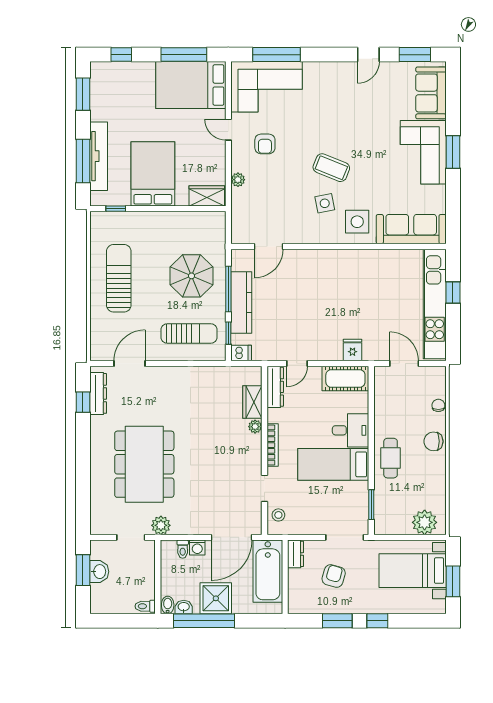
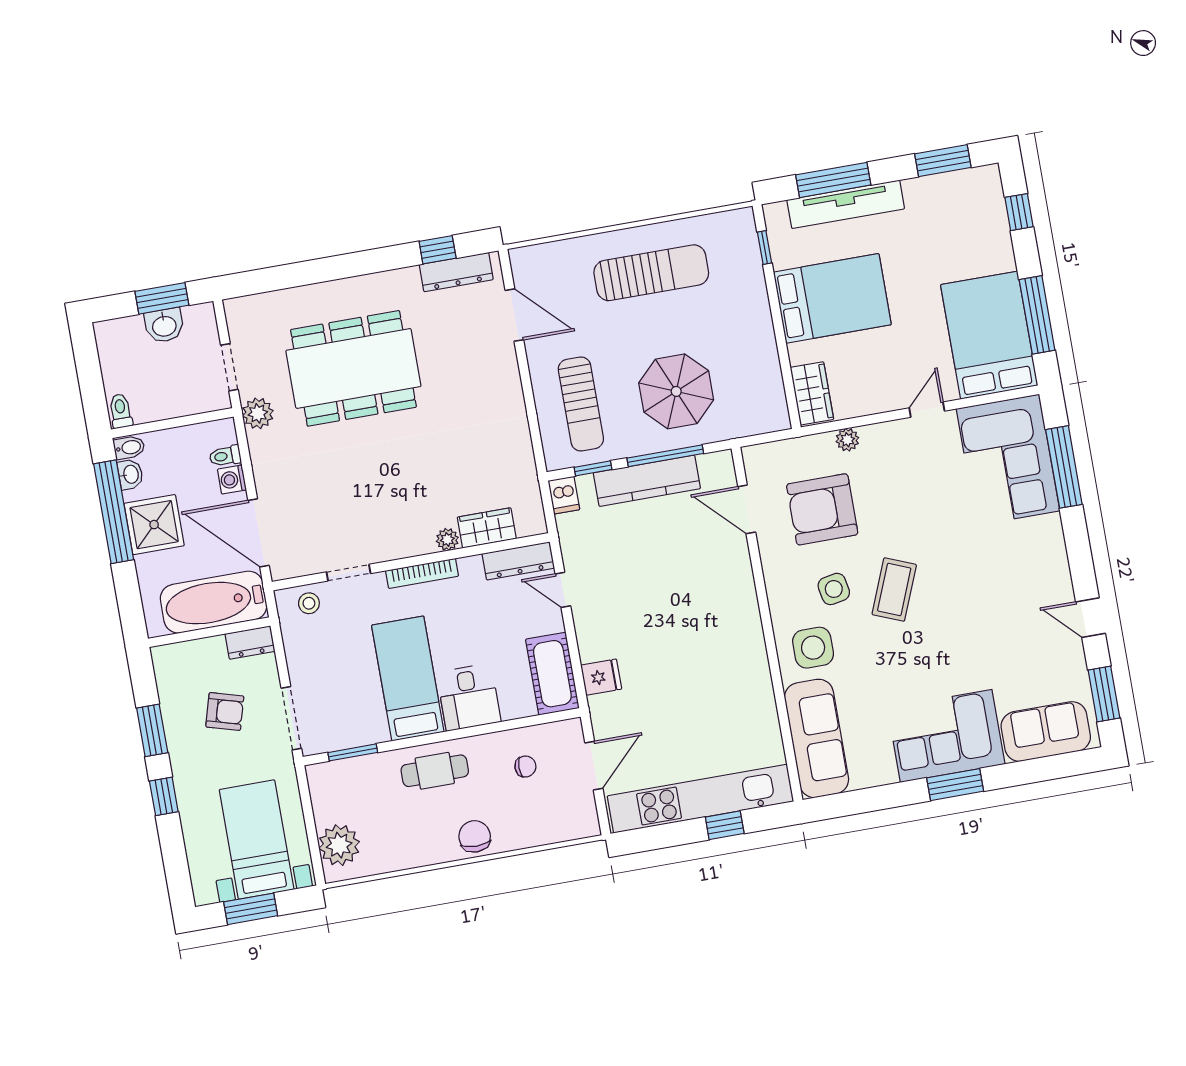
armchair: (265, 144) -> (822, 509), moved, width x1.88, depth x1.88
chair: (438, 405) -> (525, 766), moved

